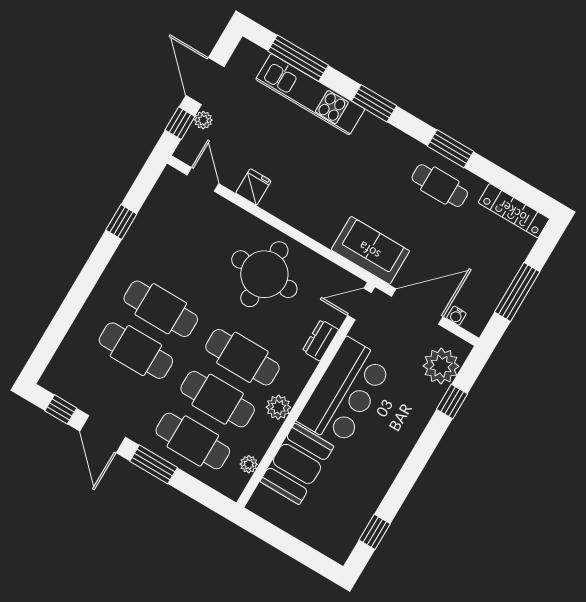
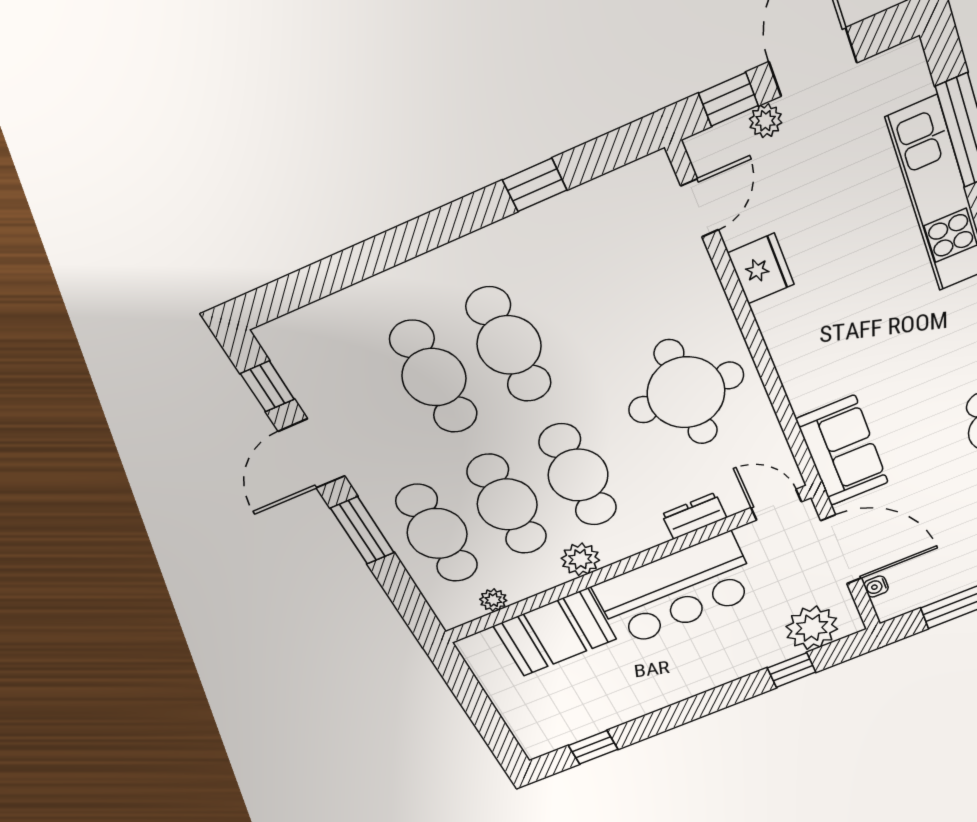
fridge: (253, 187) -> (761, 269), width x1.38

